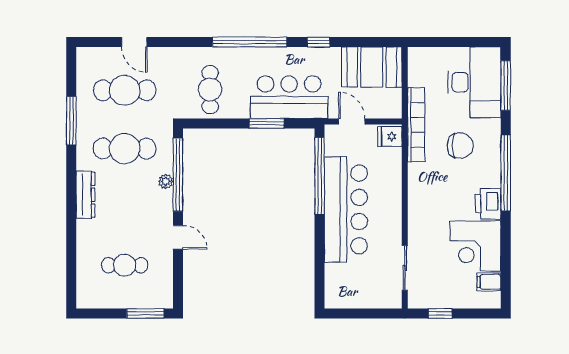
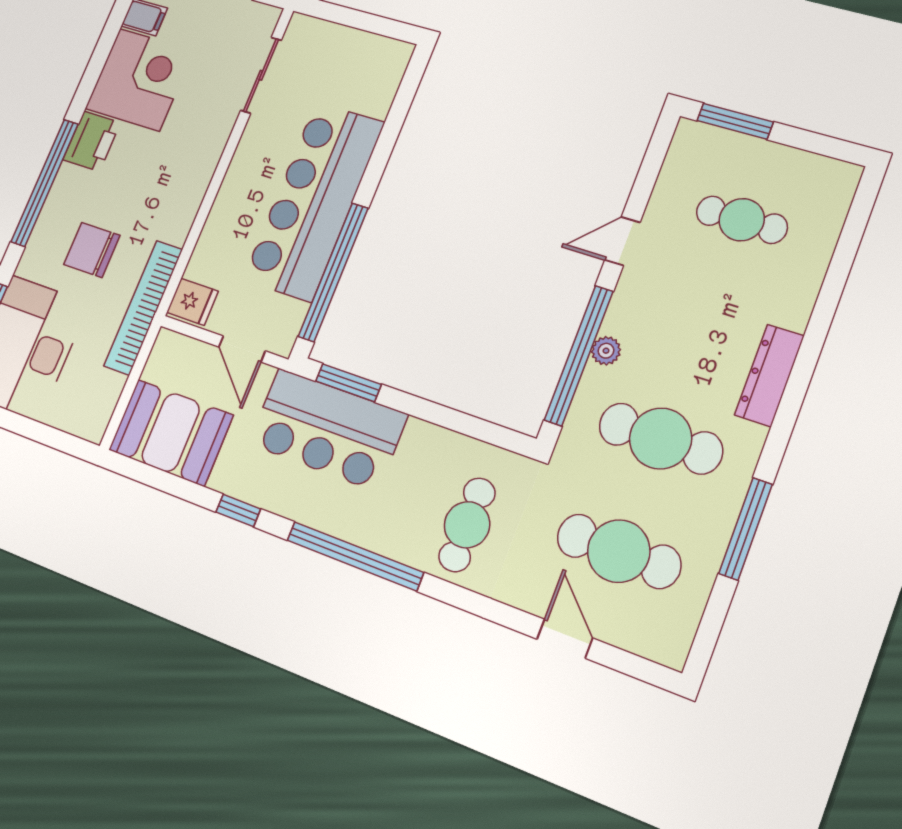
cafe table: (210, 90) -> (467, 525), moved
window: (267, 123) -> (348, 383), moved
door: (178, 237) -> (622, 241), hinge flipped

